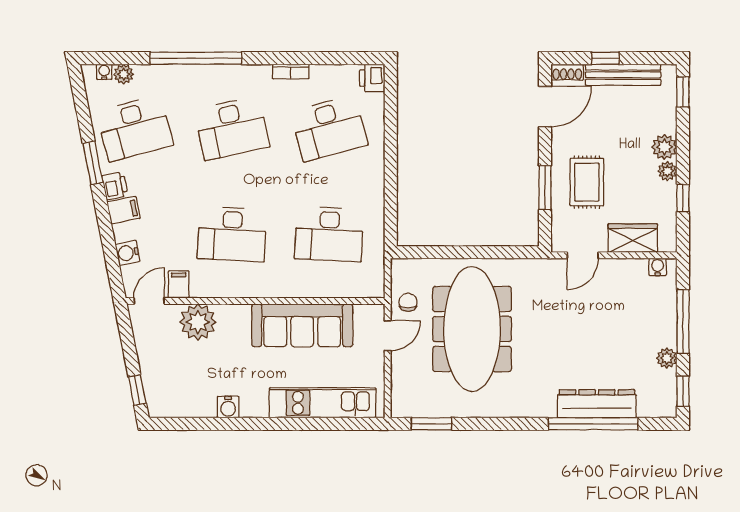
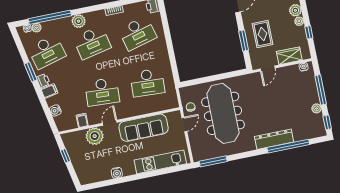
window: (196, 58) -> (50, 17), moved
plant: (213, 78) -> (79, 21), added
door: (149, 301) -> (110, 123), moved
window: (137, 390) -> (65, 156), moved
dresser: (597, 404) -> (274, 139), moved
window: (431, 424) -> (213, 161), width x1.44

